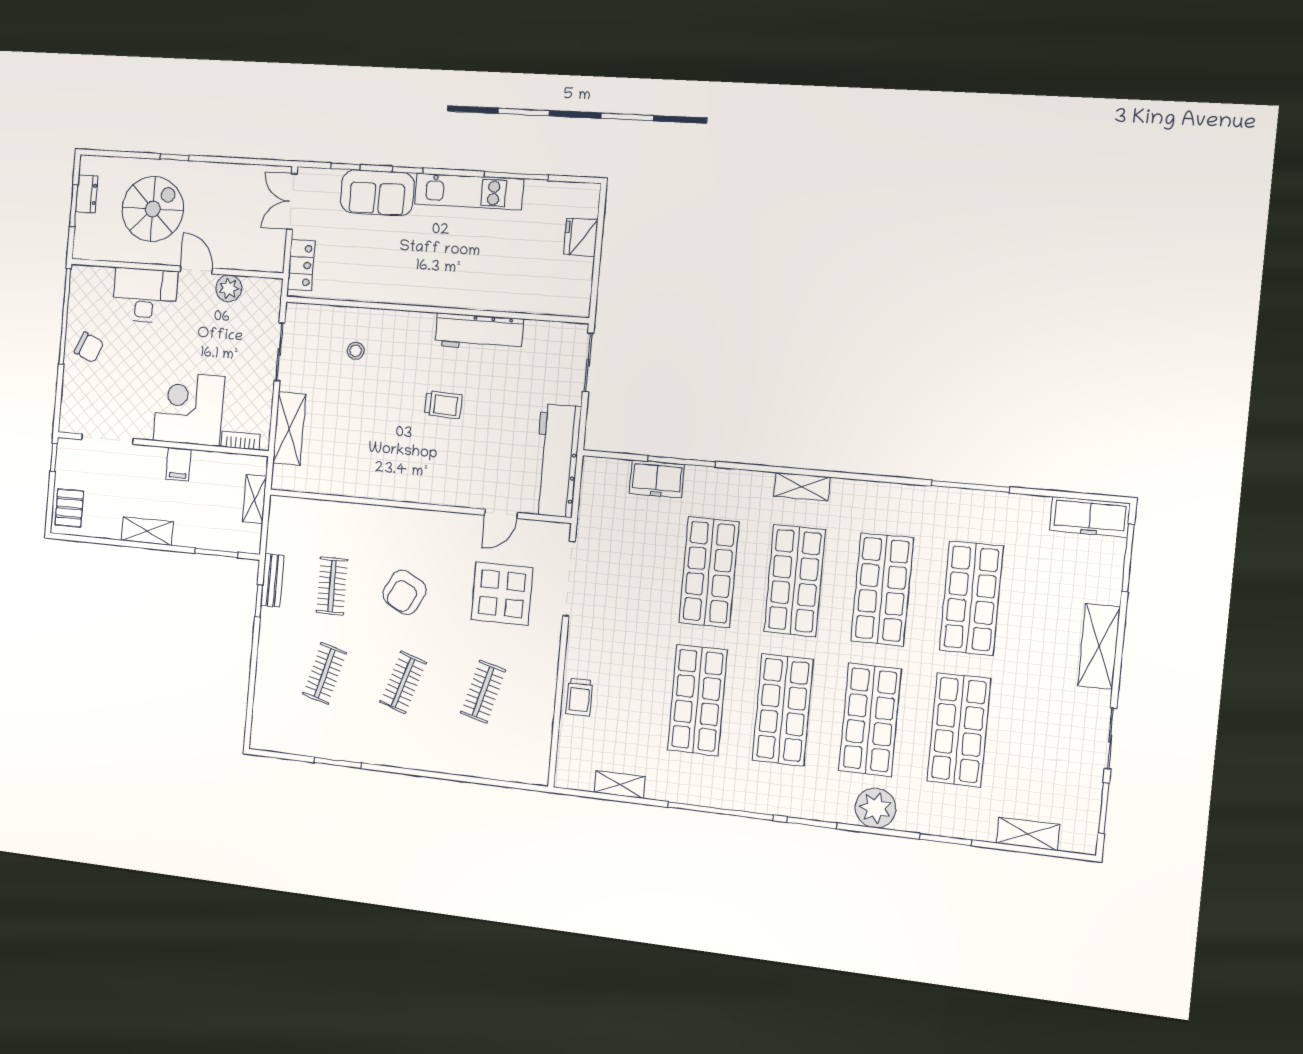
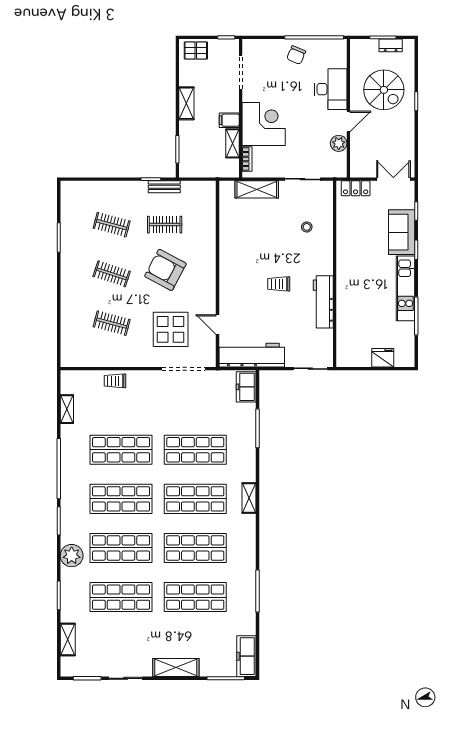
trolley: (443, 405) -> (279, 284), turned 88
freezer: (657, 479) -> (246, 387), moved
shelving: (255, 499) -> (232, 143), moved, turned 90
armchair: (404, 592) -> (165, 270), width x1.36, depth x1.36

